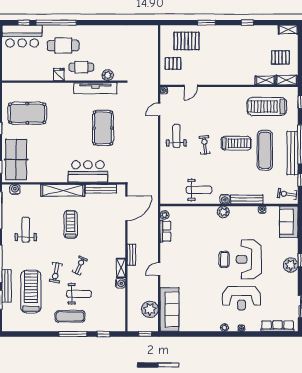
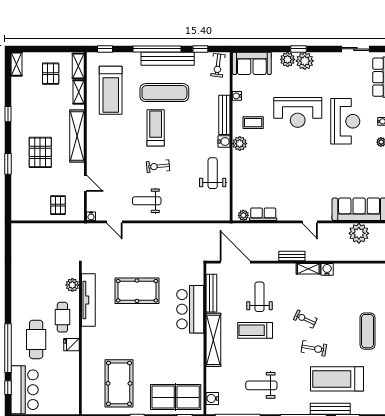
pallet: (186, 41) -> (40, 152), moved
shelving: (229, 79) -> (77, 136), added
plant: (292, 251) -> (288, 59), added
coffee table: (224, 259) -> (253, 123), moved
weight bench: (79, 294) -> (259, 297), moved

